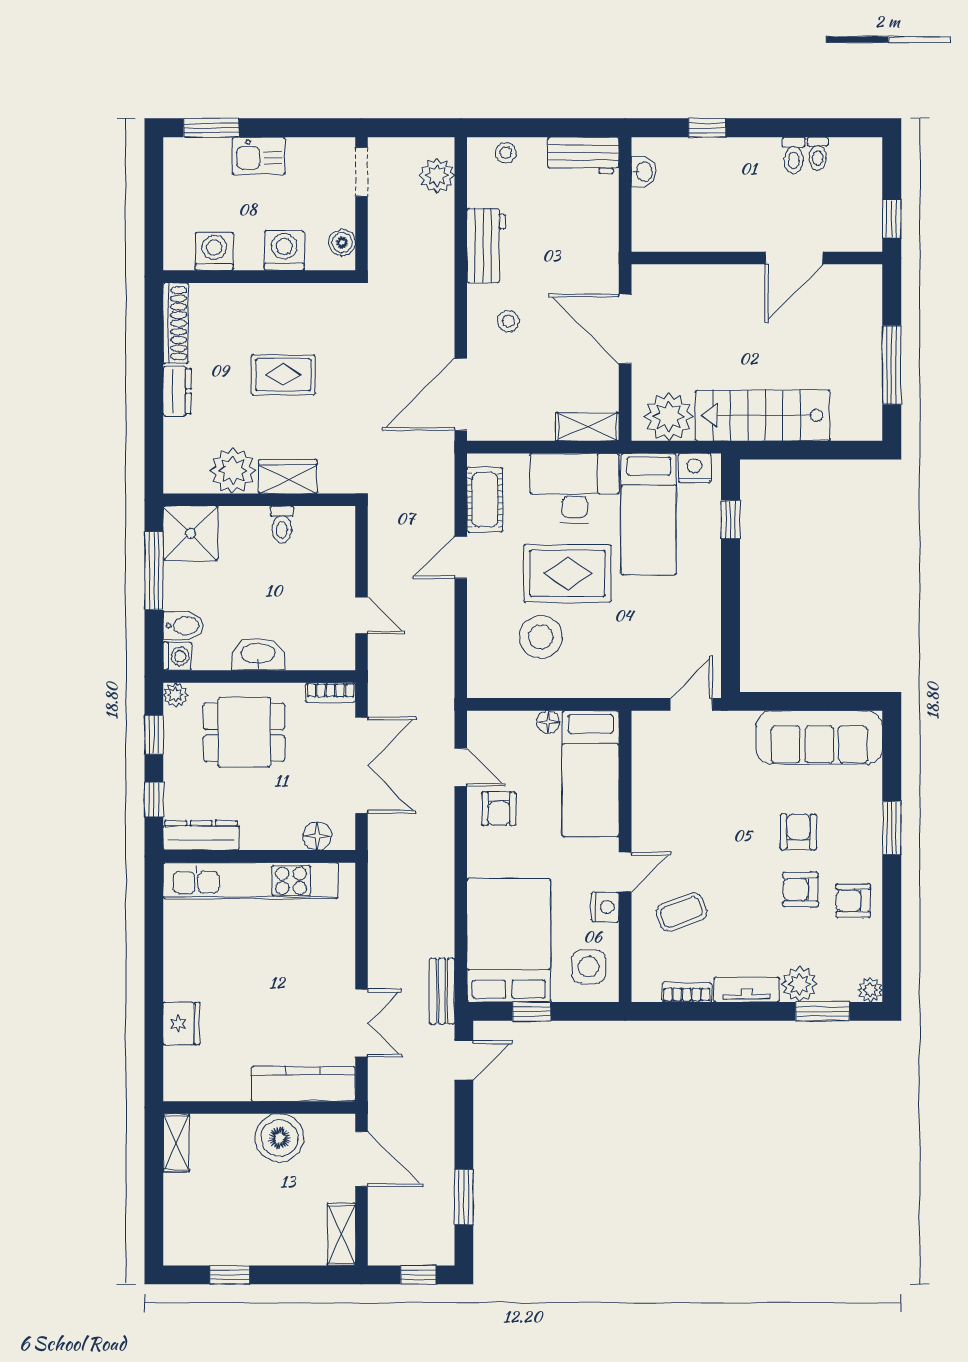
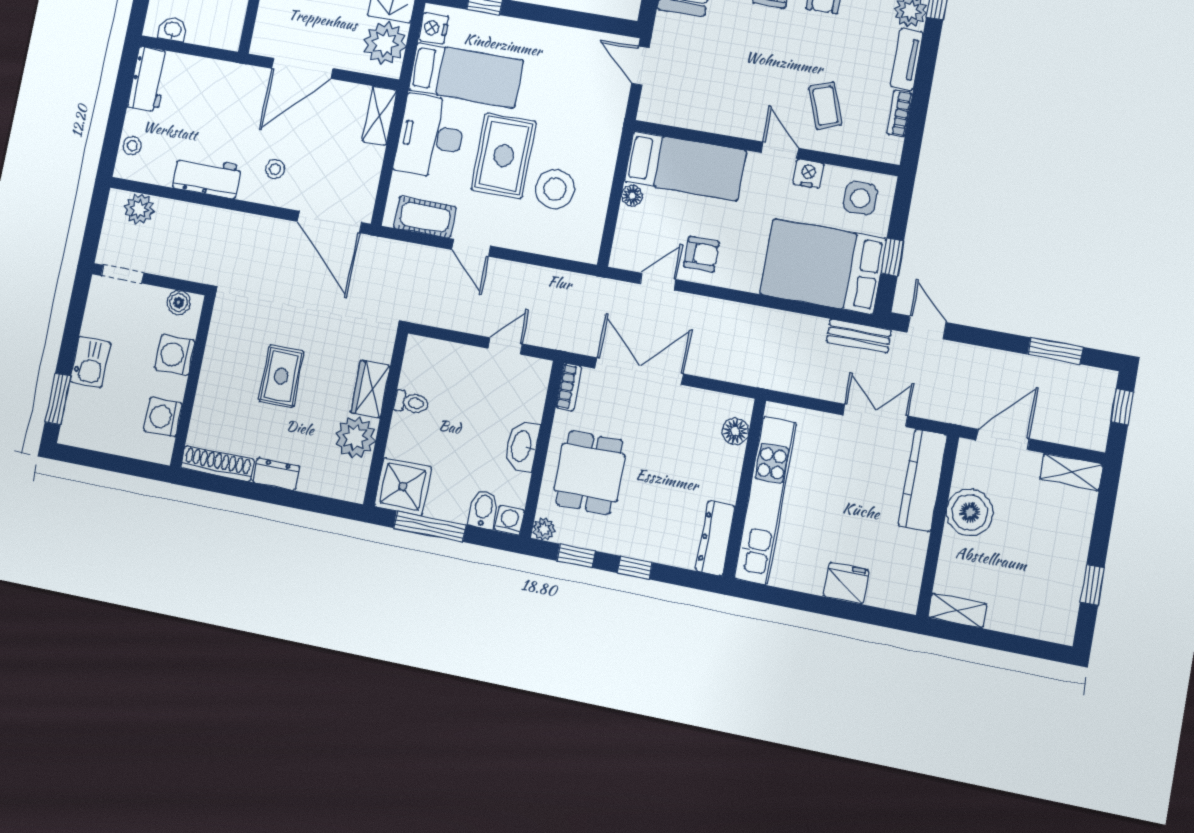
dresser: (201, 835) -> (715, 538), moved
floor lamp: (317, 836) -> (735, 431), moved
wall: (259, 856) -> (744, 488), moved
kitchen unit: (251, 881) -> (765, 501), moved

